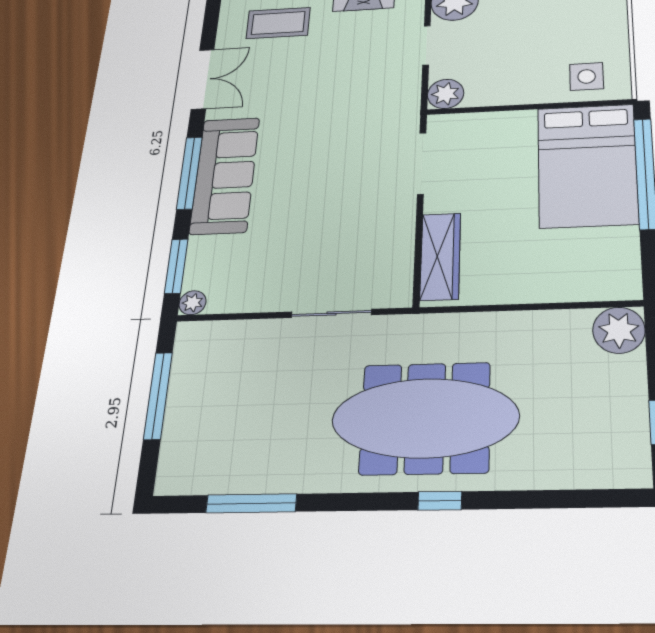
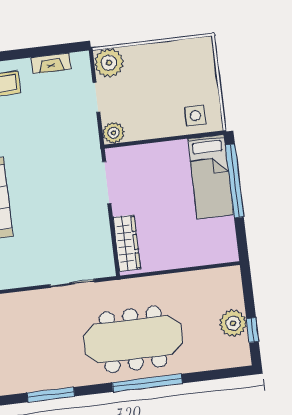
bed: (587, 165) -> (211, 177), width x0.67
plant: (619, 330) -> (233, 323), moved
window: (440, 501) -> (147, 383), width x3.17

